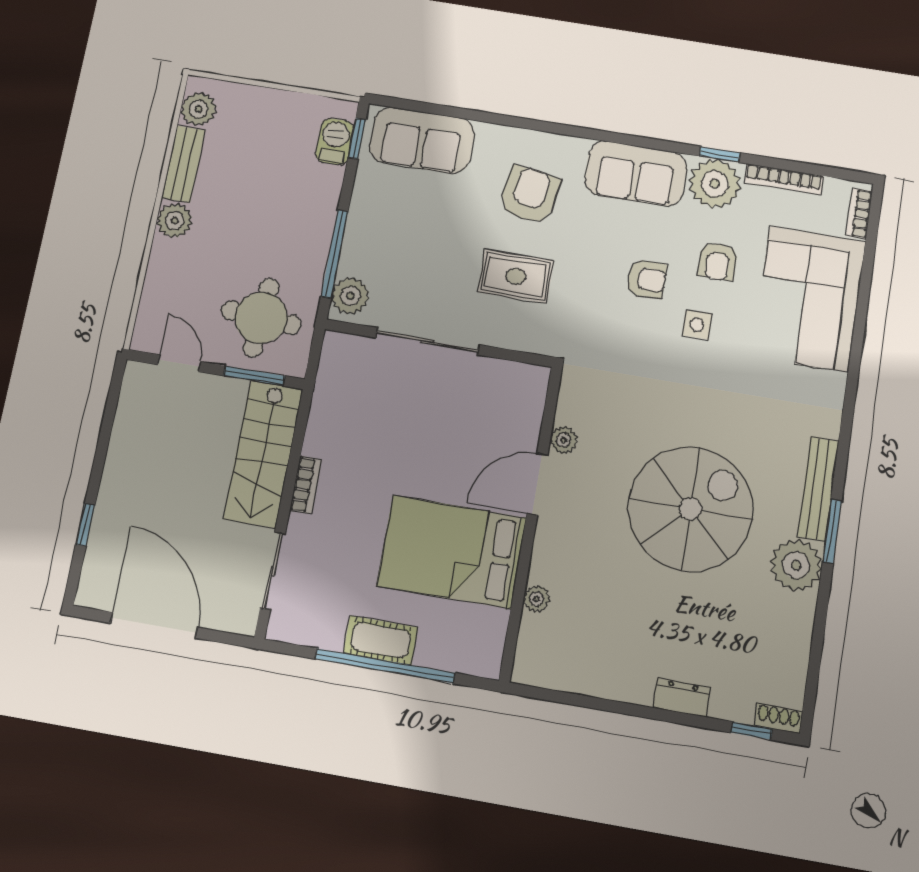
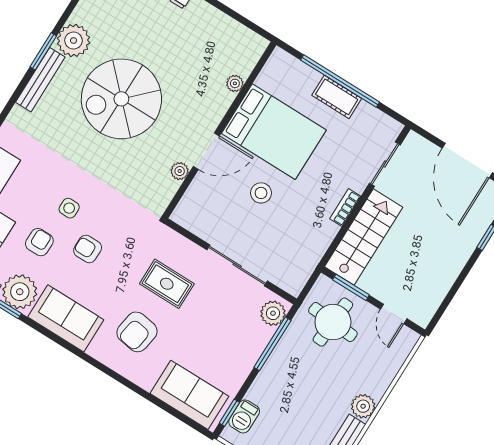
stool: (435, 456) -> (261, 193), added

